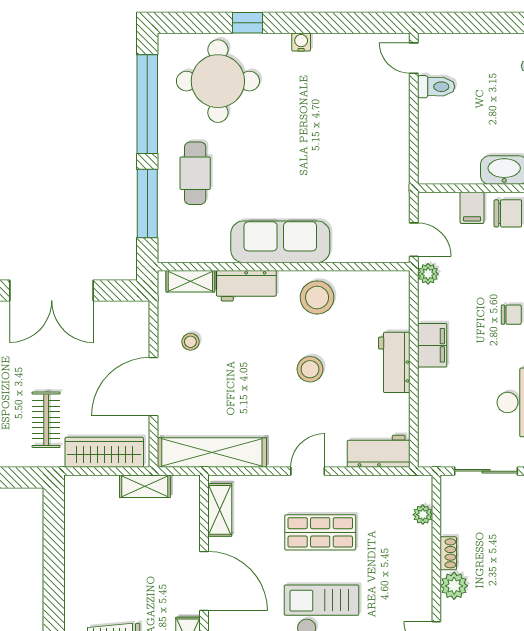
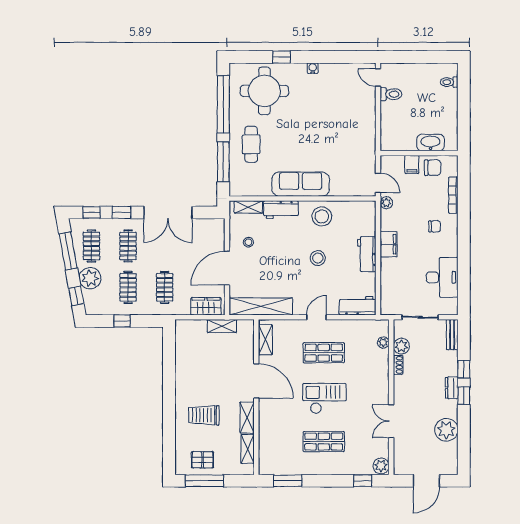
wardrobe: (104, 452) -> (206, 306), width x0.67
plant: (454, 586) -> (401, 346), moved

